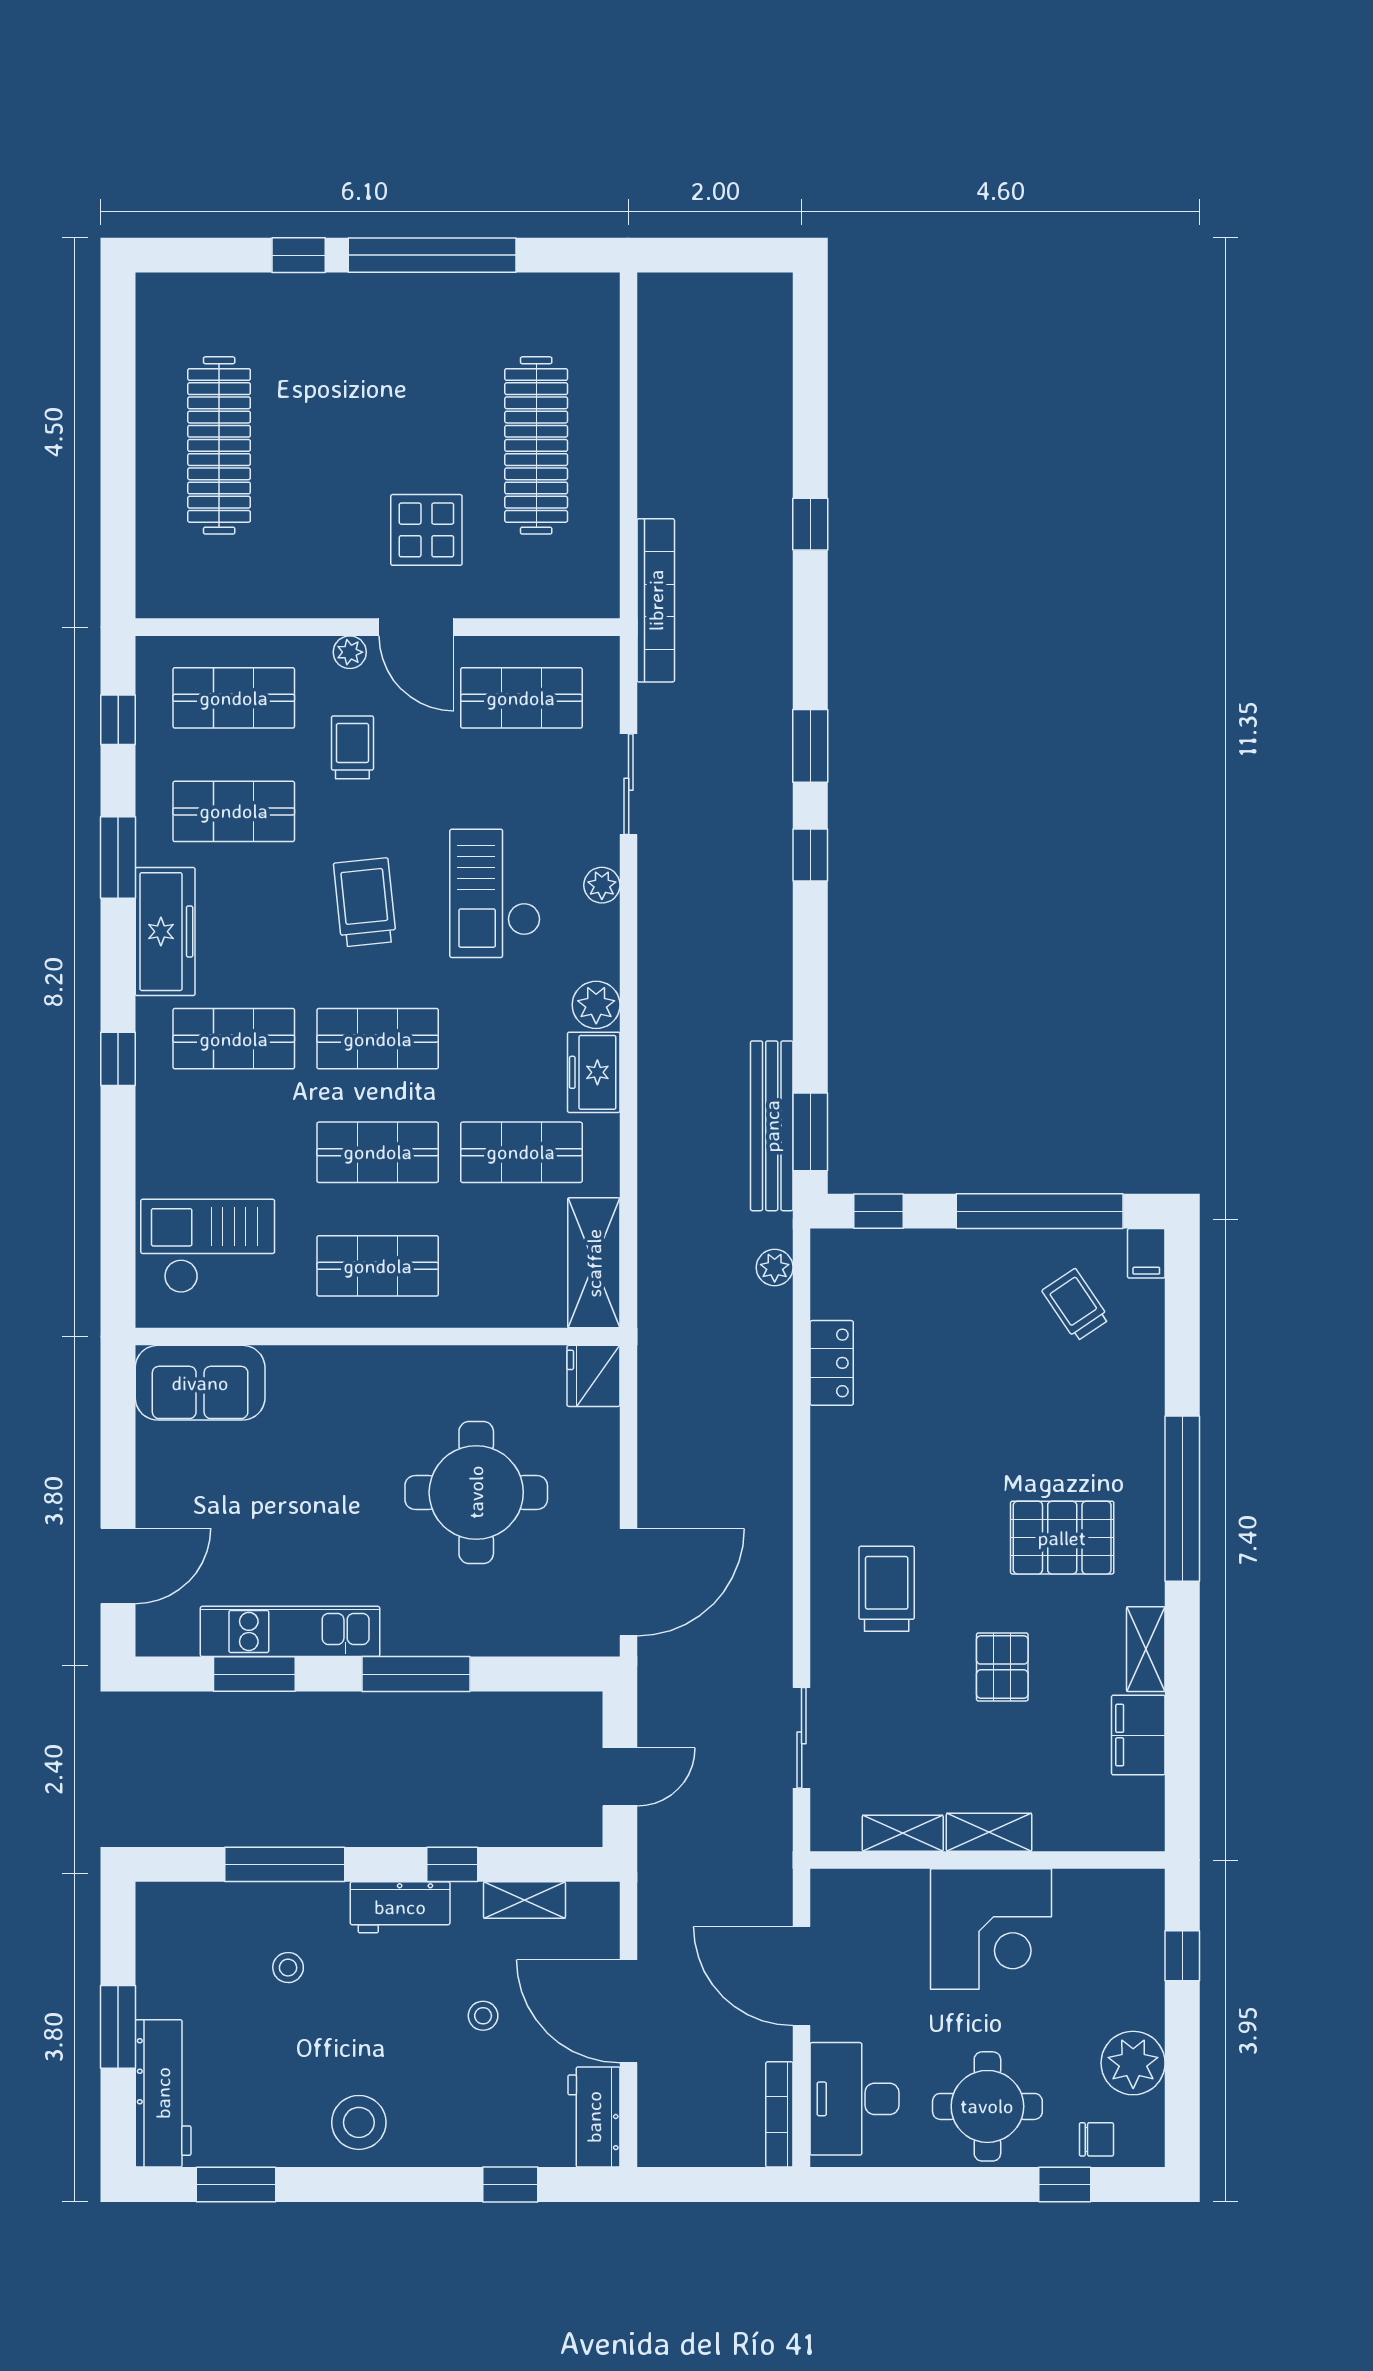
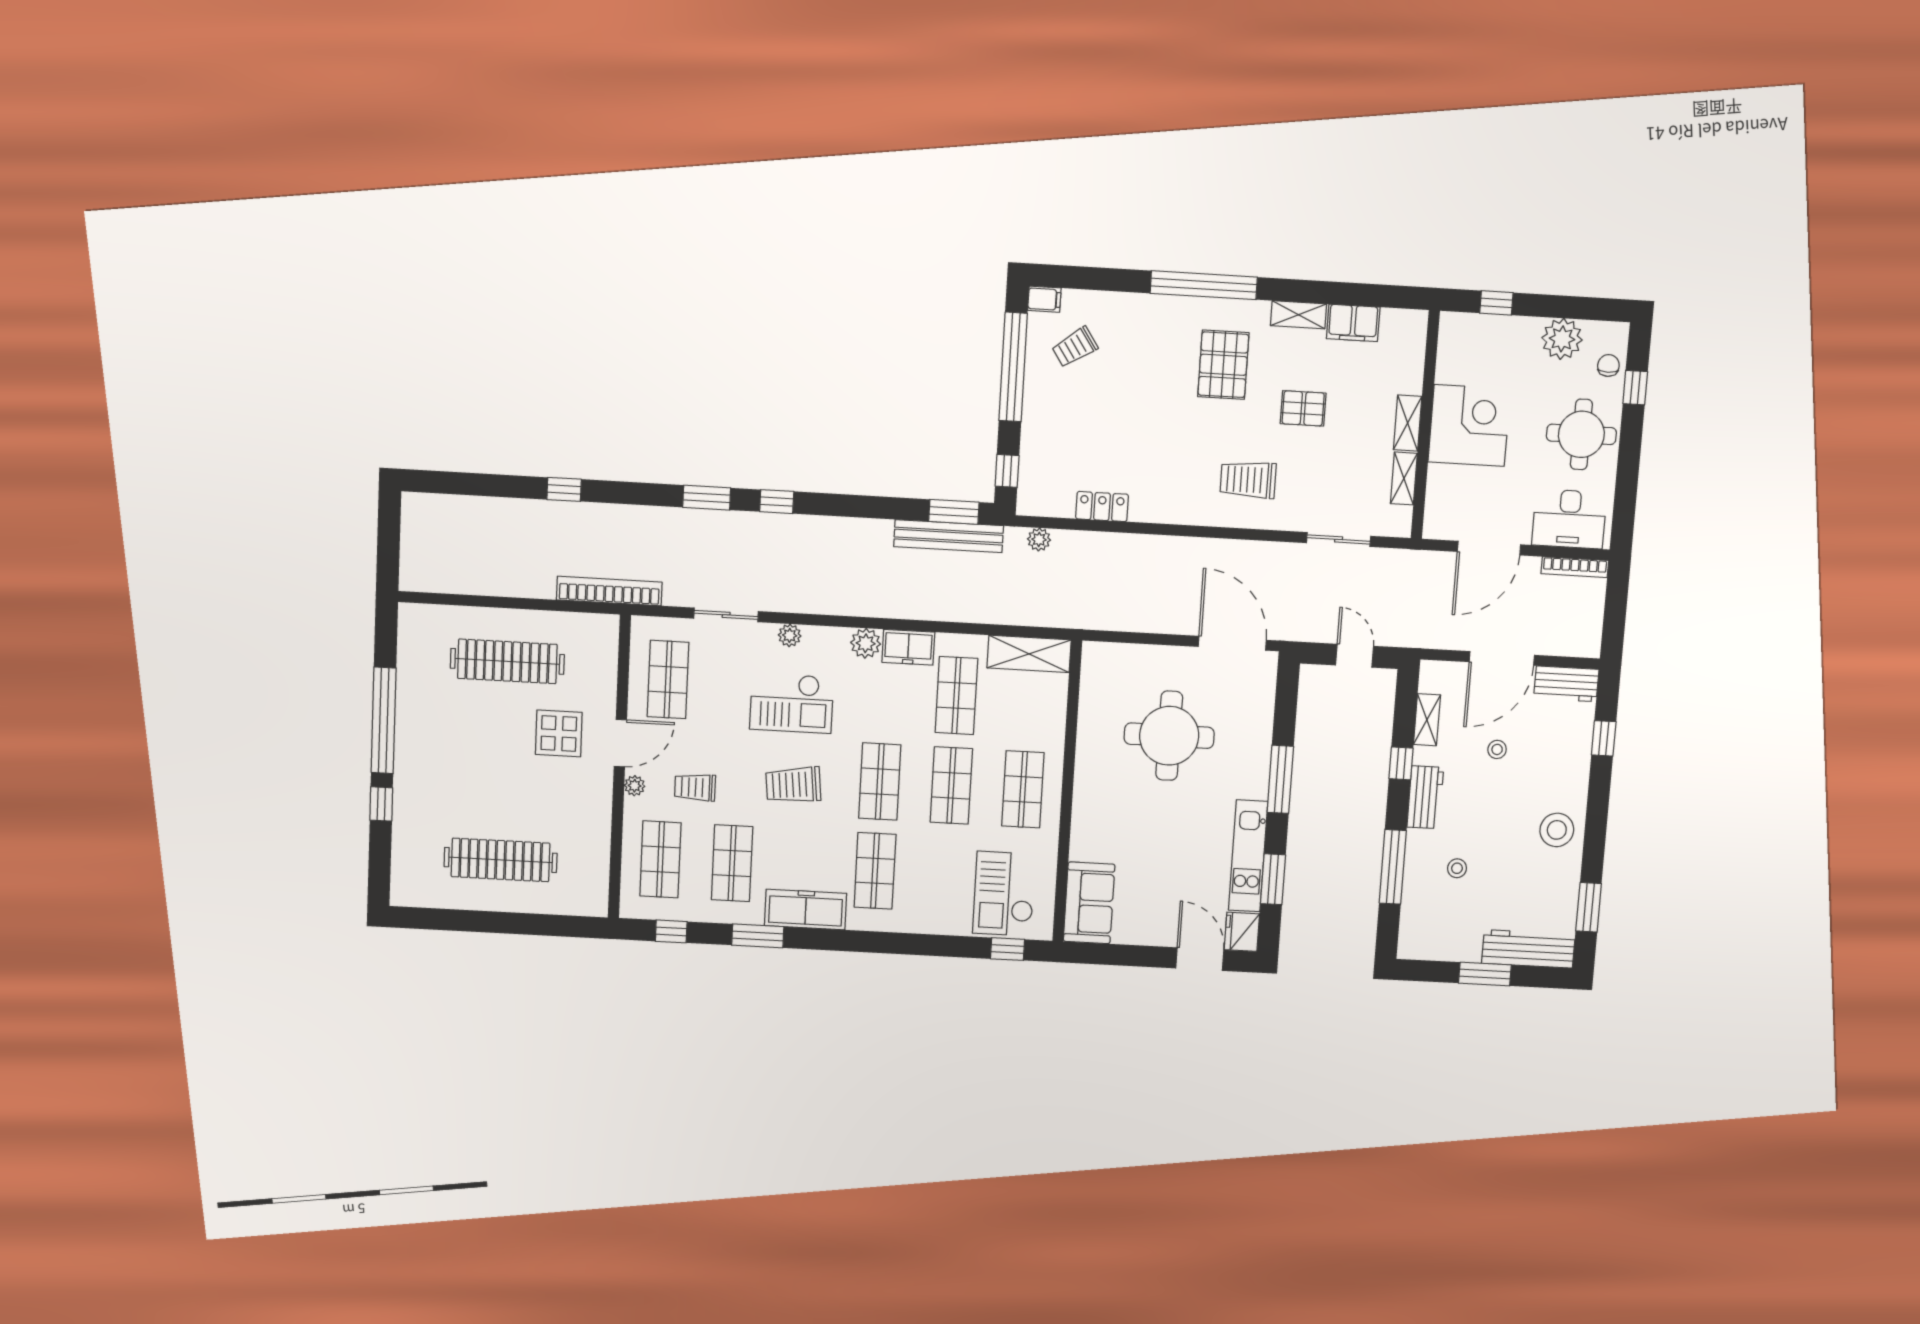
window: (118, 1059) -> (1008, 949), moved
fridge: (593, 1376) -> (1242, 932), moved, turned 90

